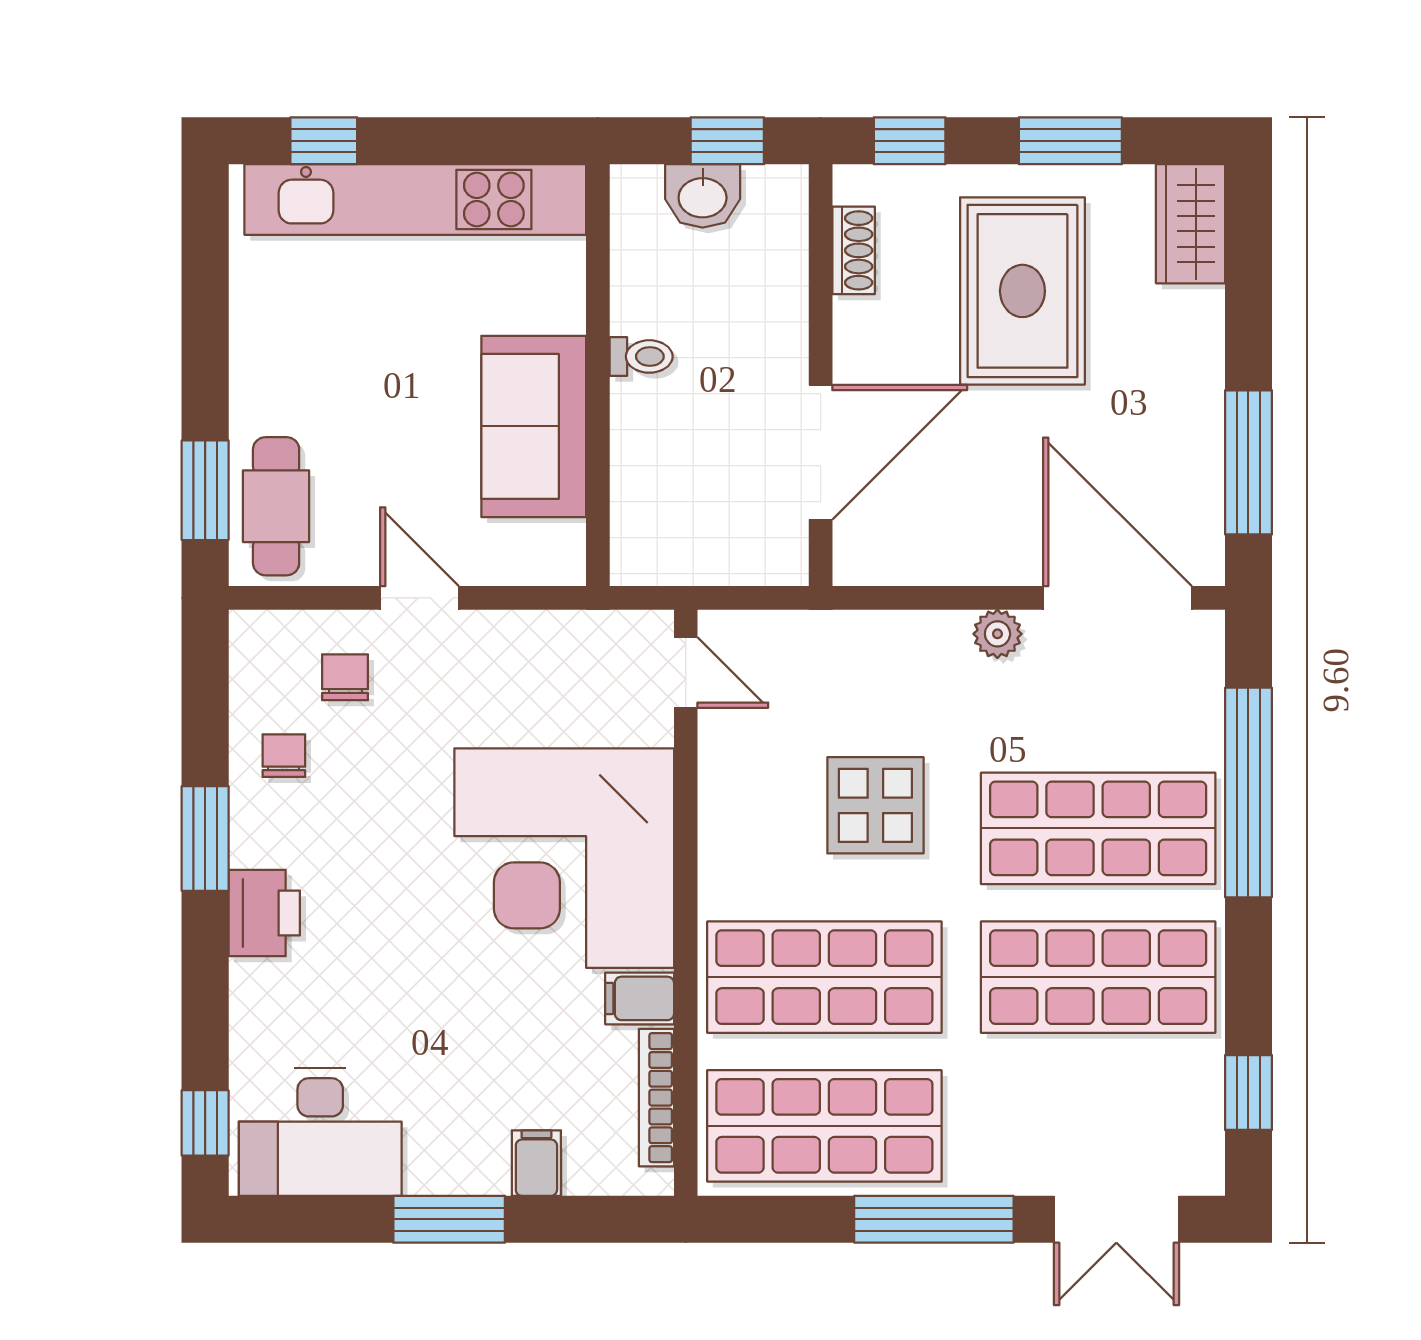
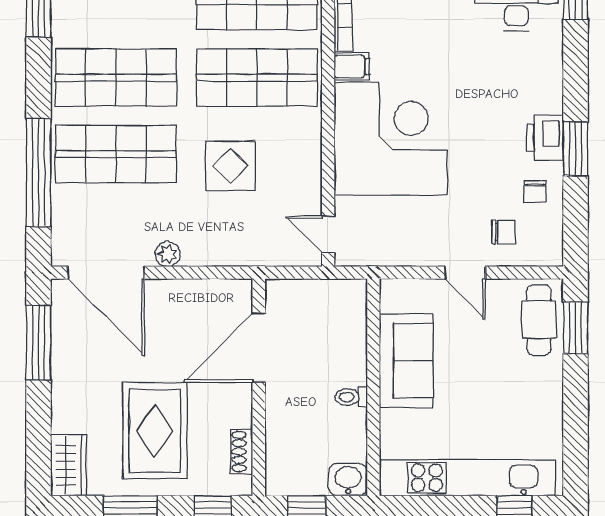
washbasin: (703, 196) -> (348, 480), moved
chair: (345, 677) -> (503, 232), turned -90
printer: (264, 913) -> (545, 138), moved

